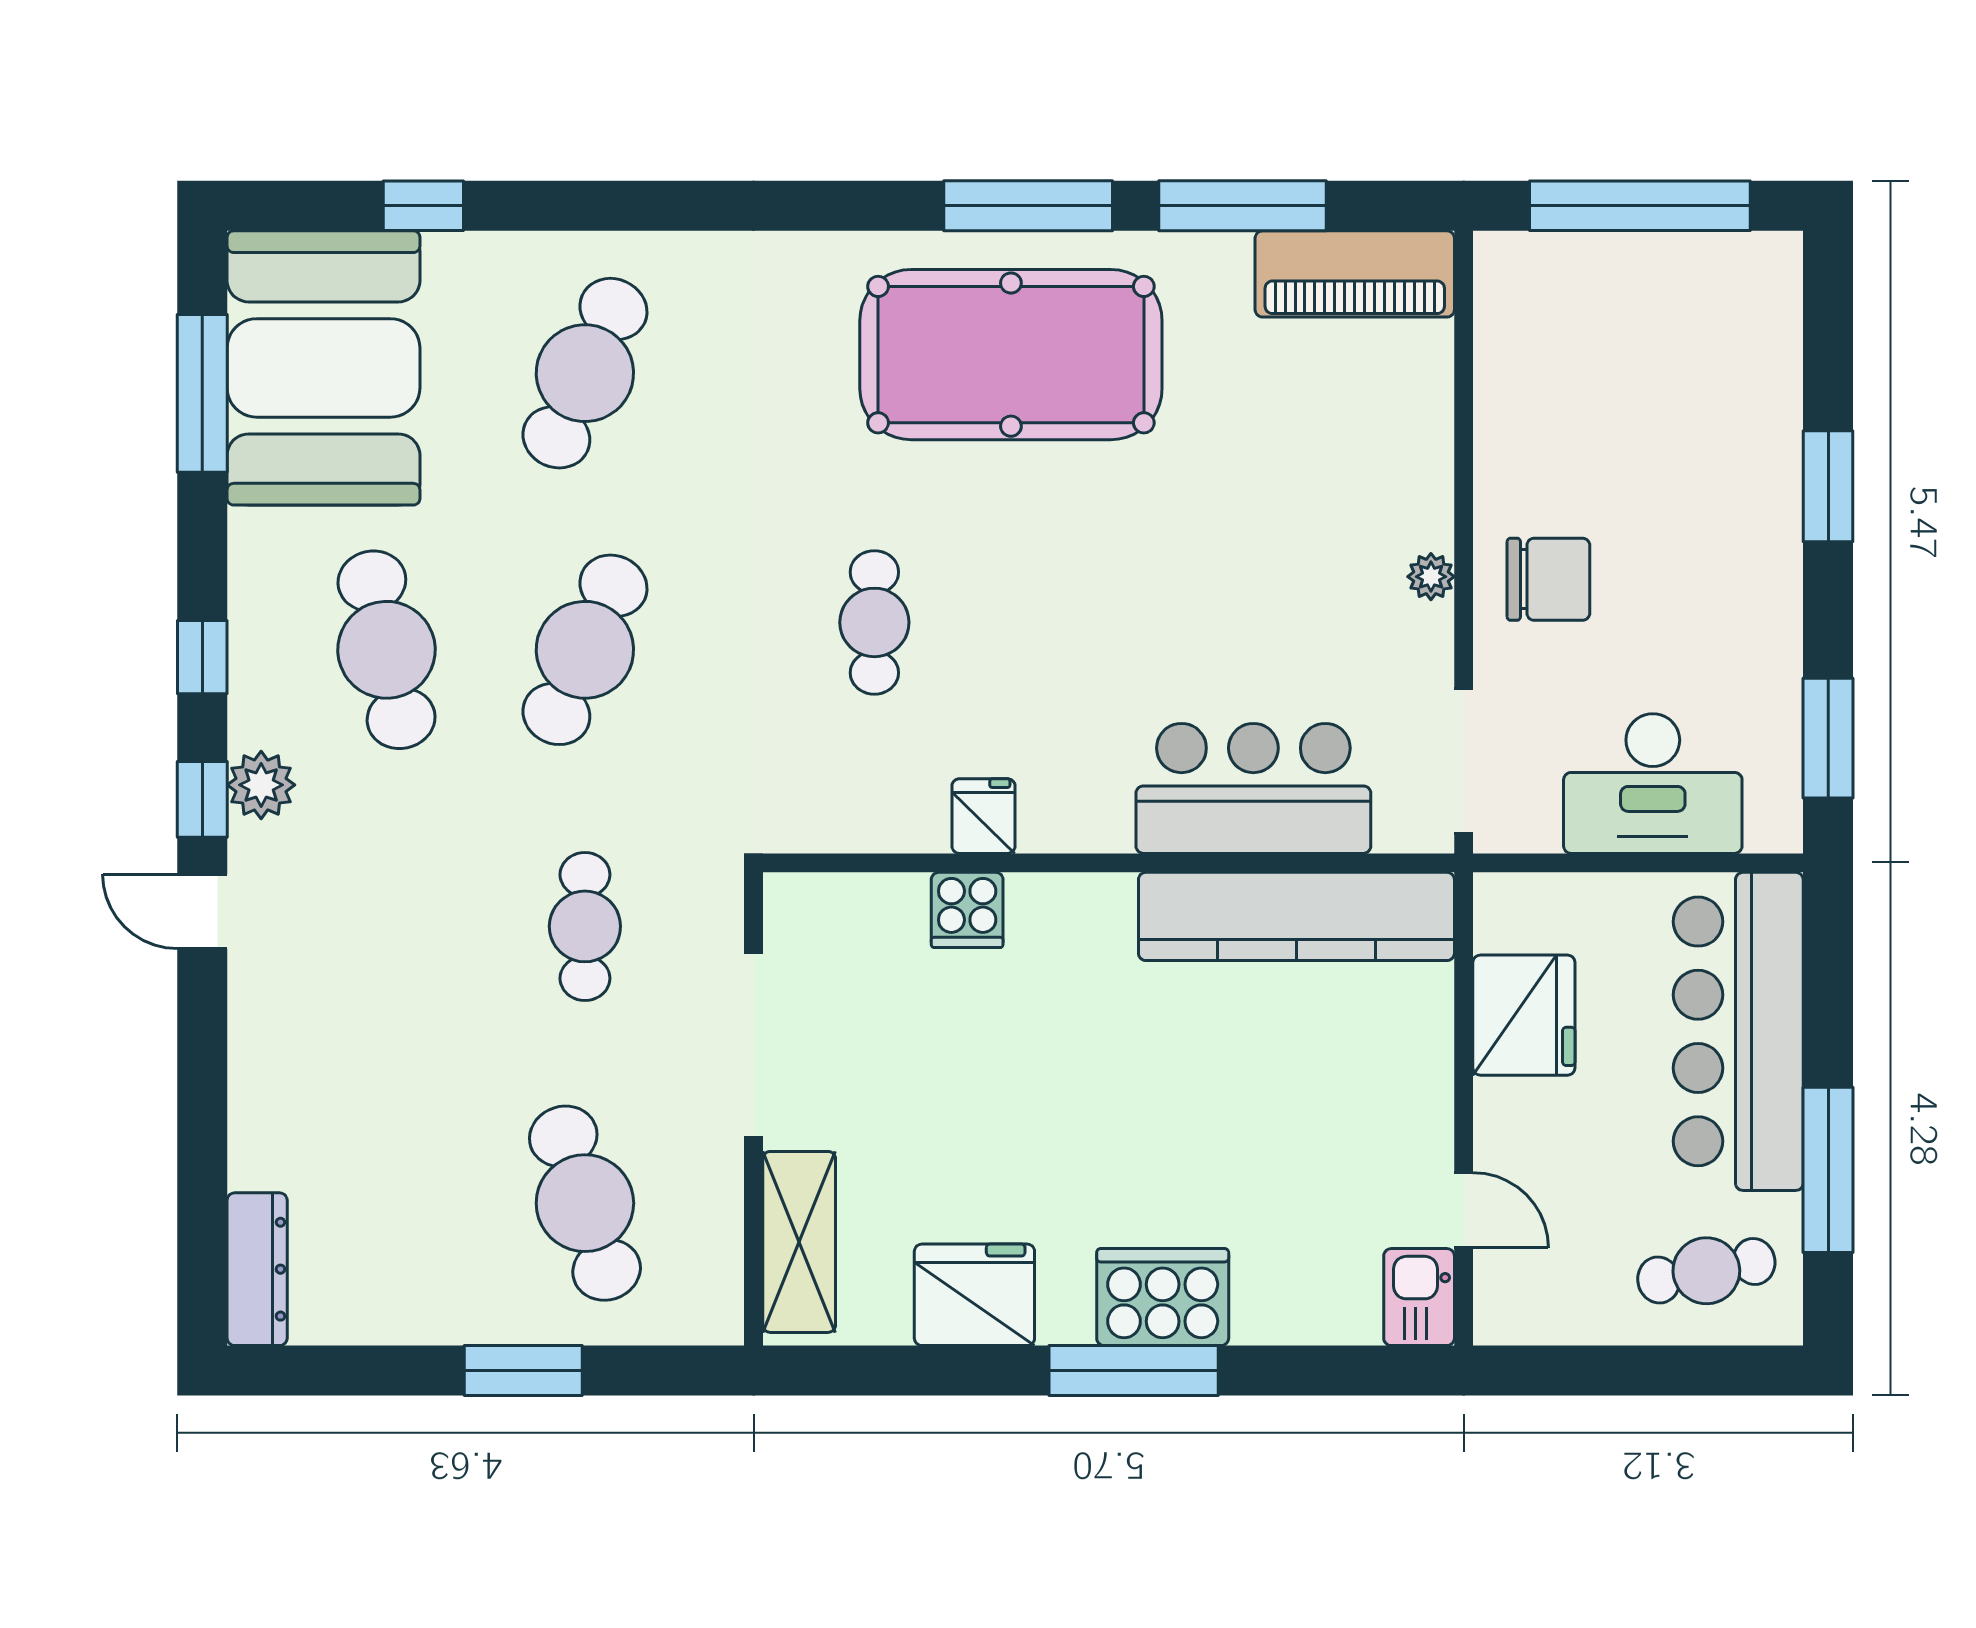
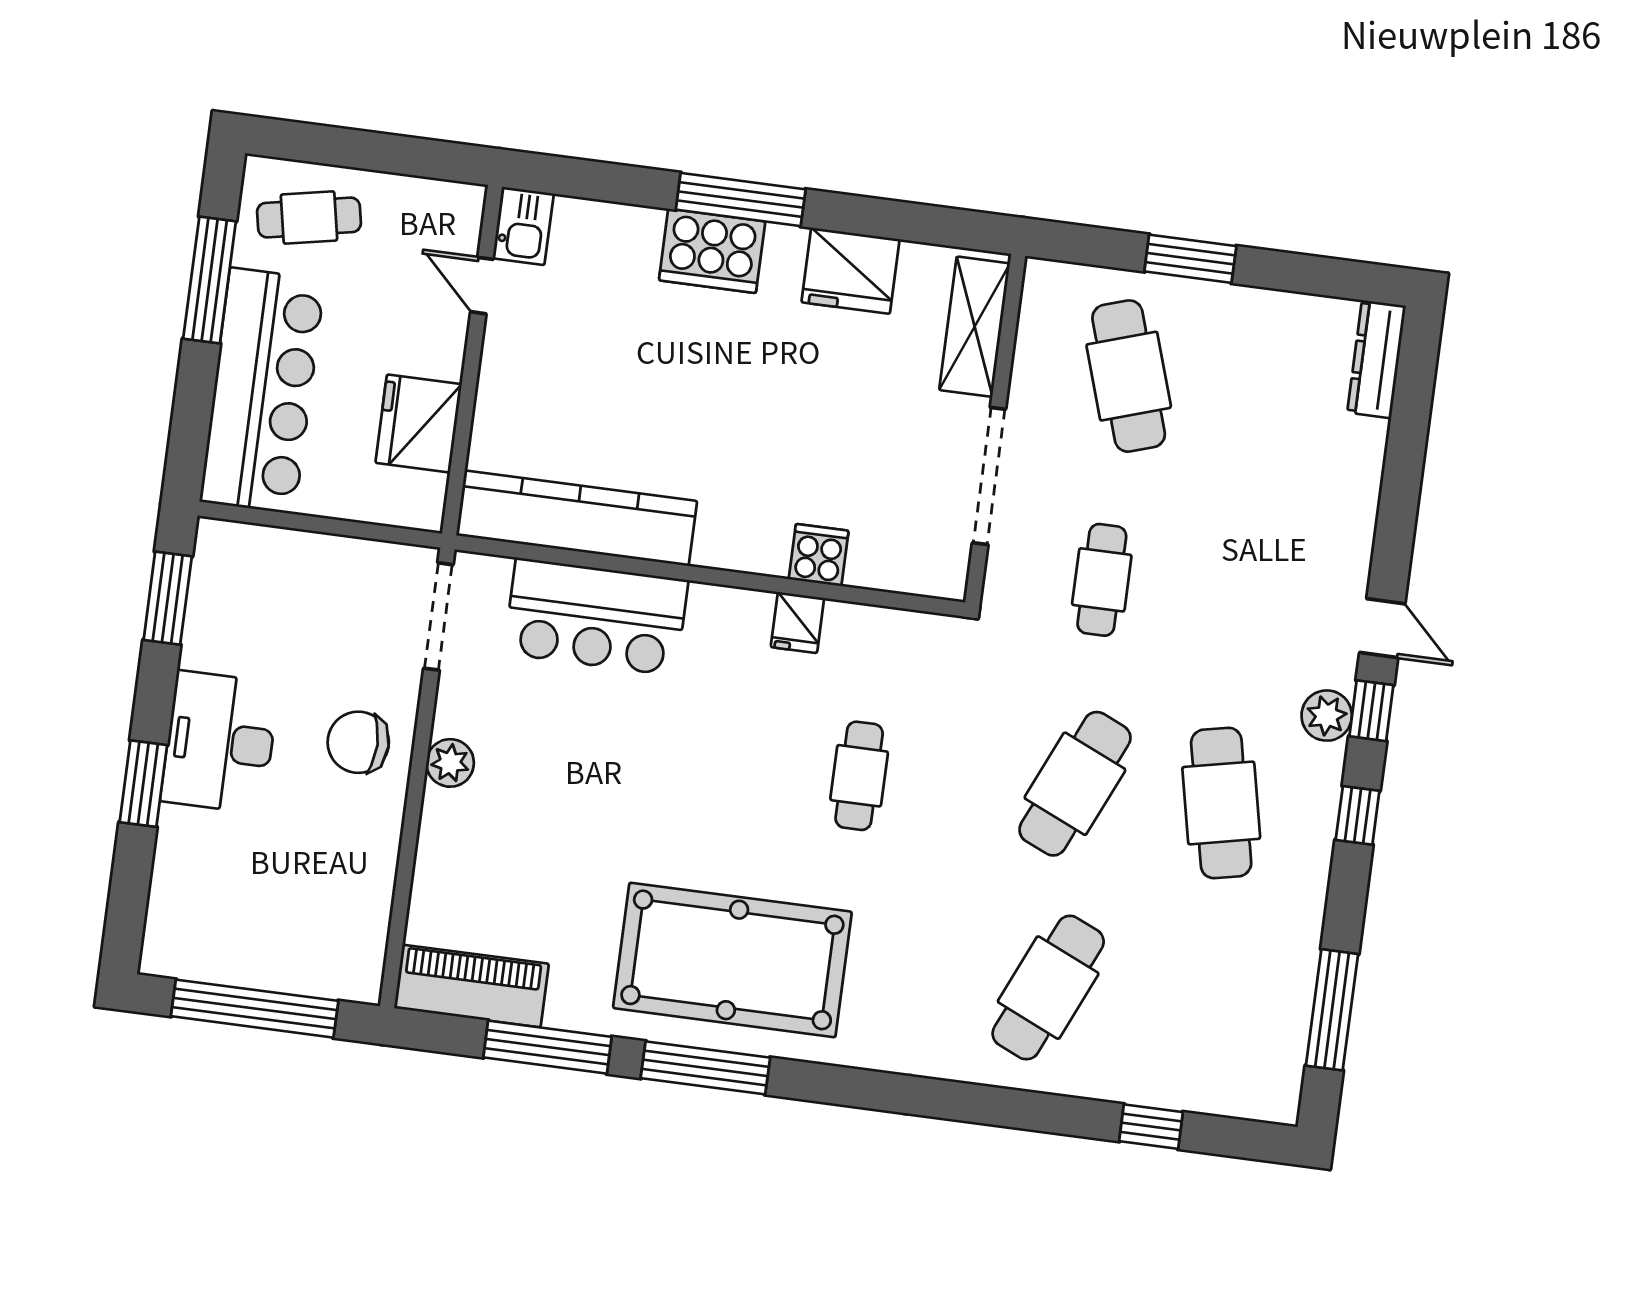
booth: (323, 368) -> (1240, 1017), removed
plant: (1431, 577) -> (450, 763), width x1.38, depth x1.38
desk: (1653, 784) -> (220, 742), moved, turned -90

